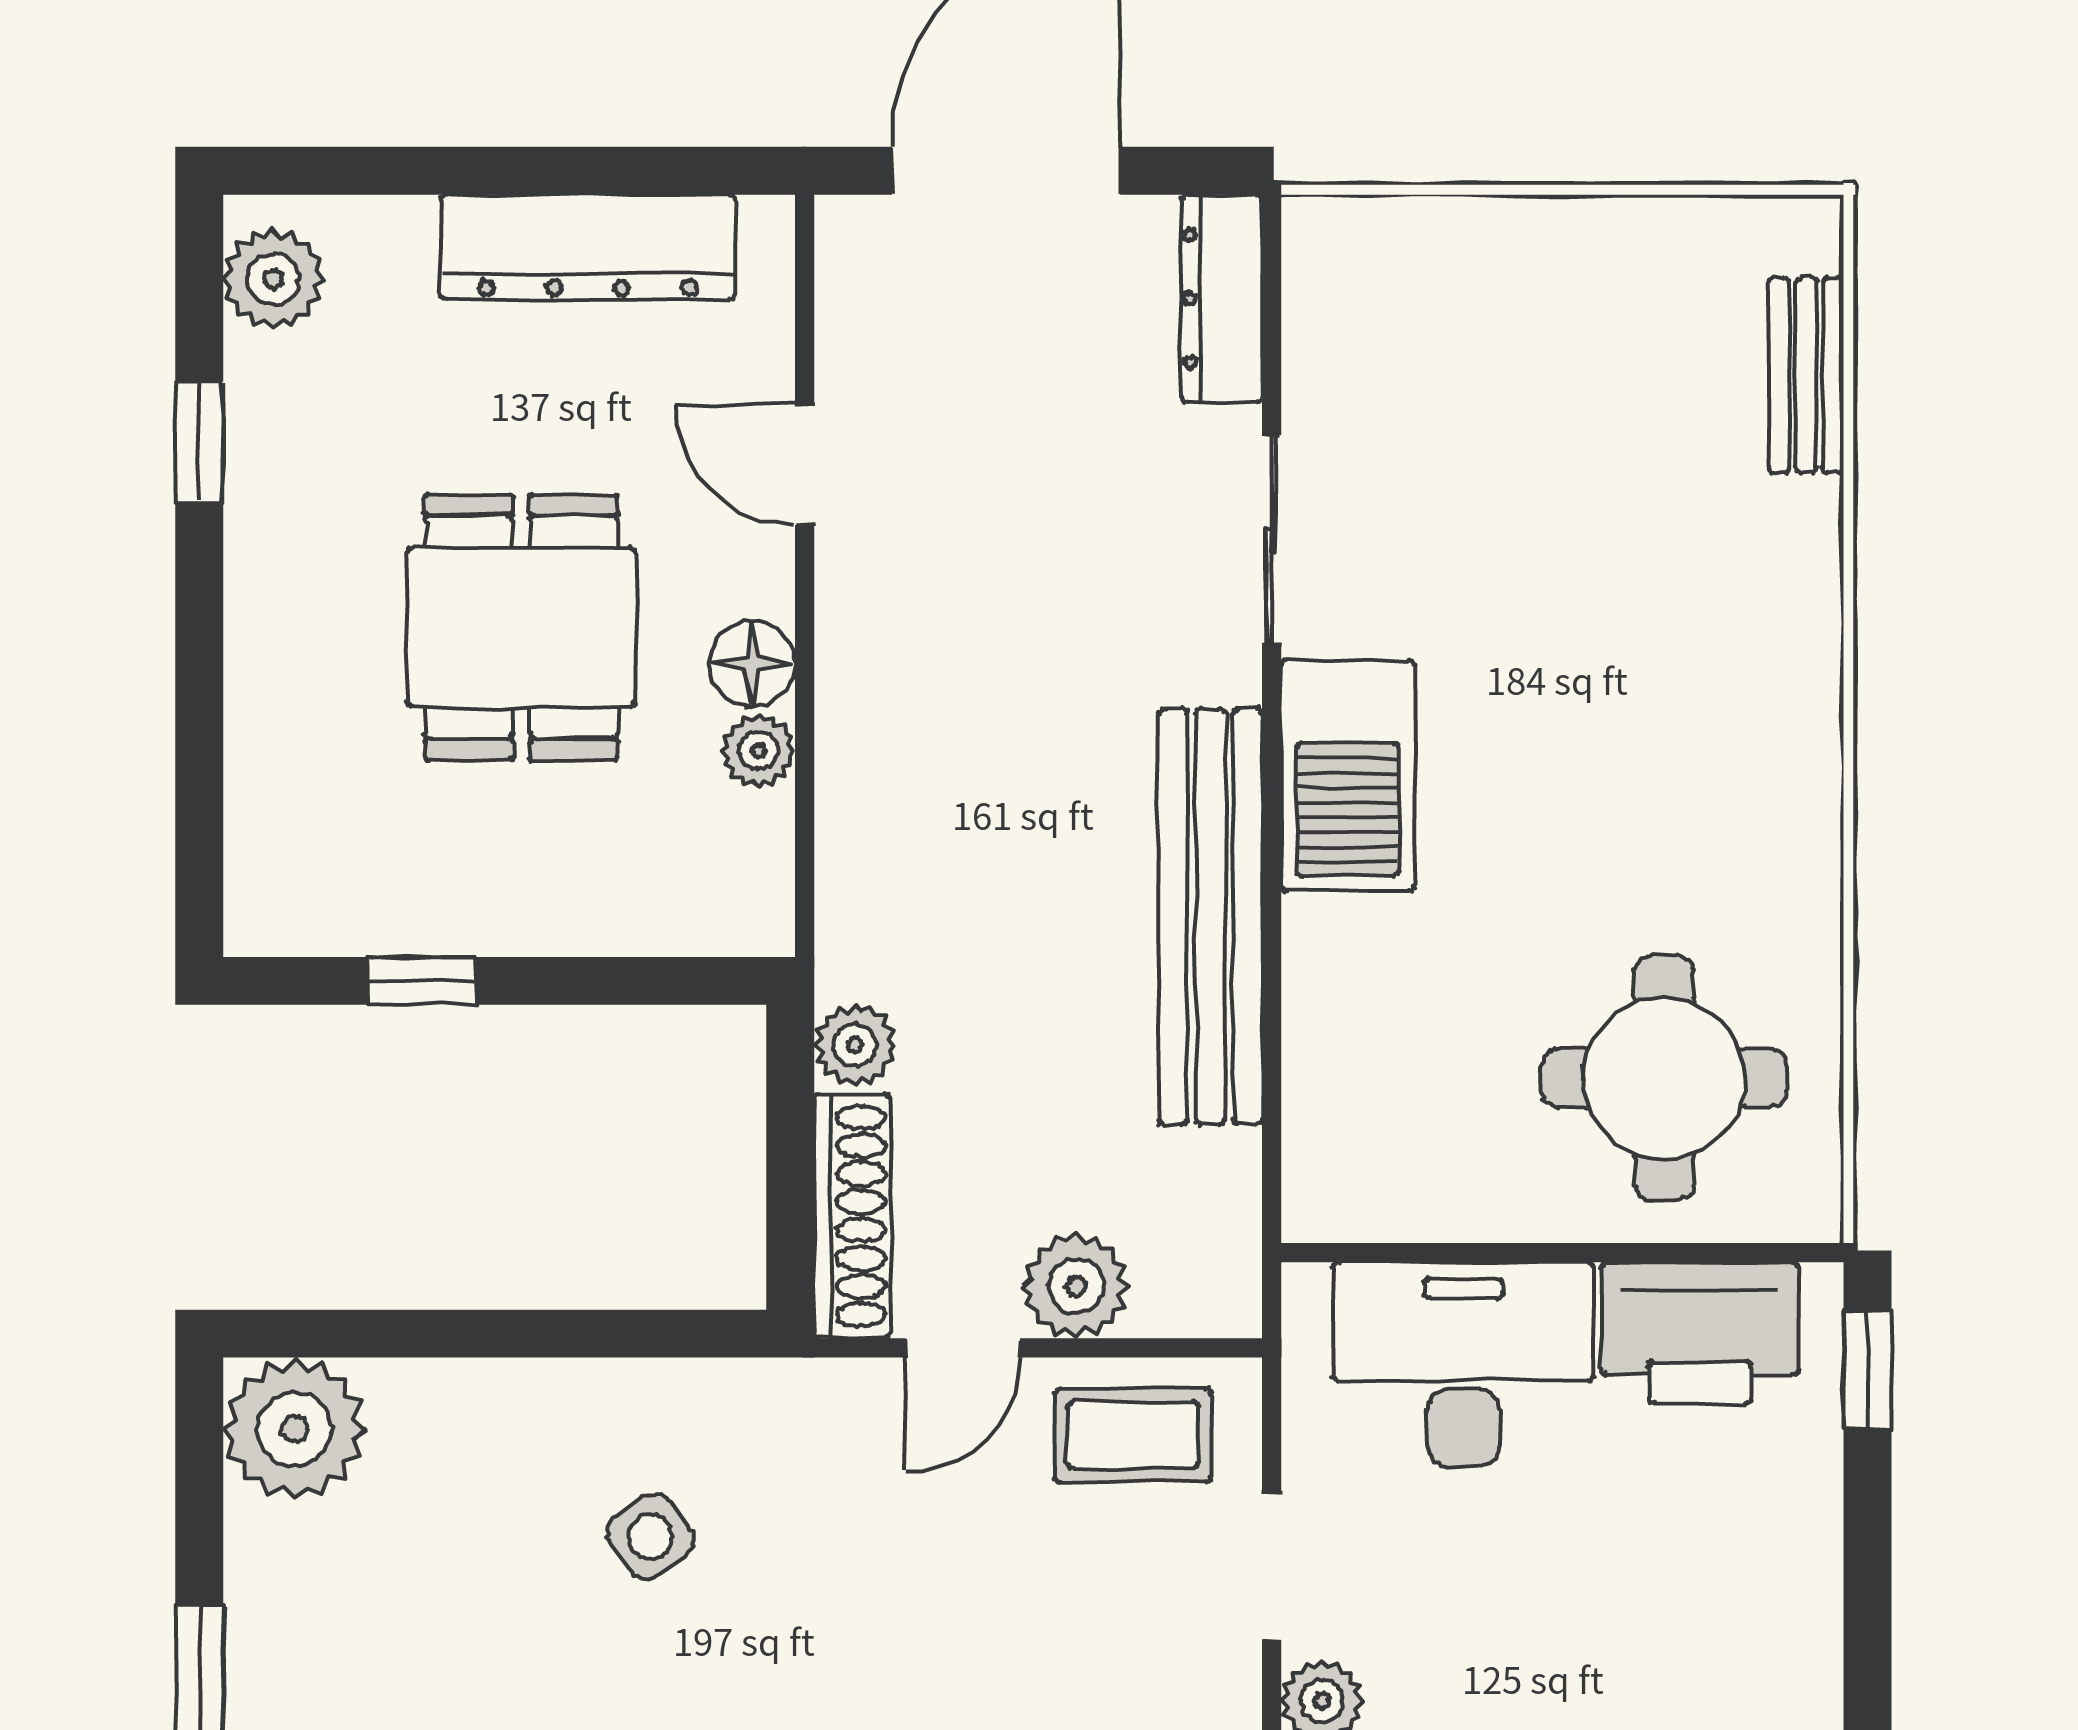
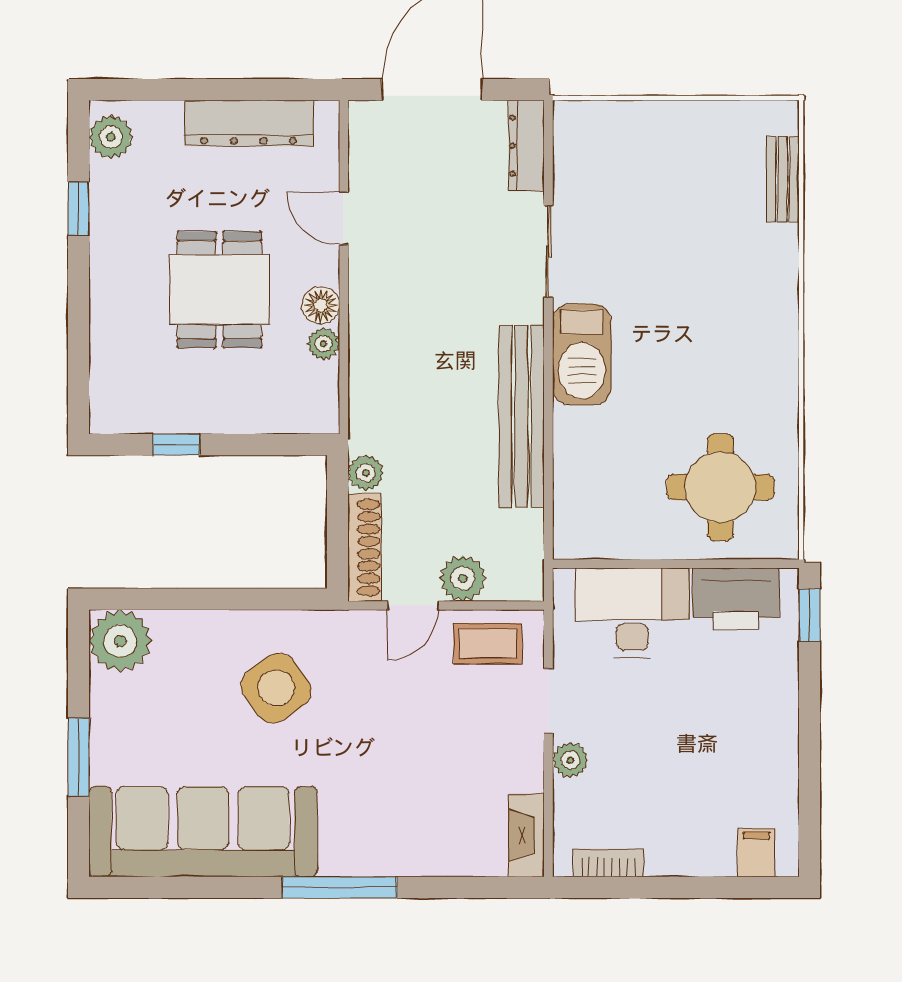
side table: (650, 1537) -> (276, 688), width x1.87, depth x1.87

